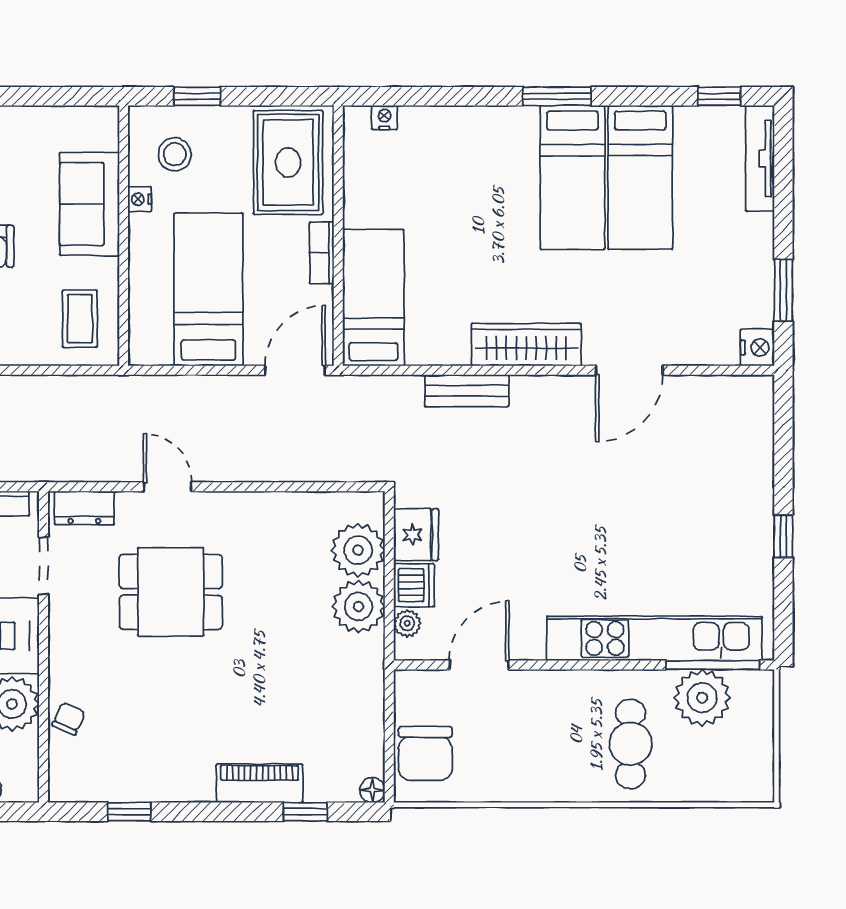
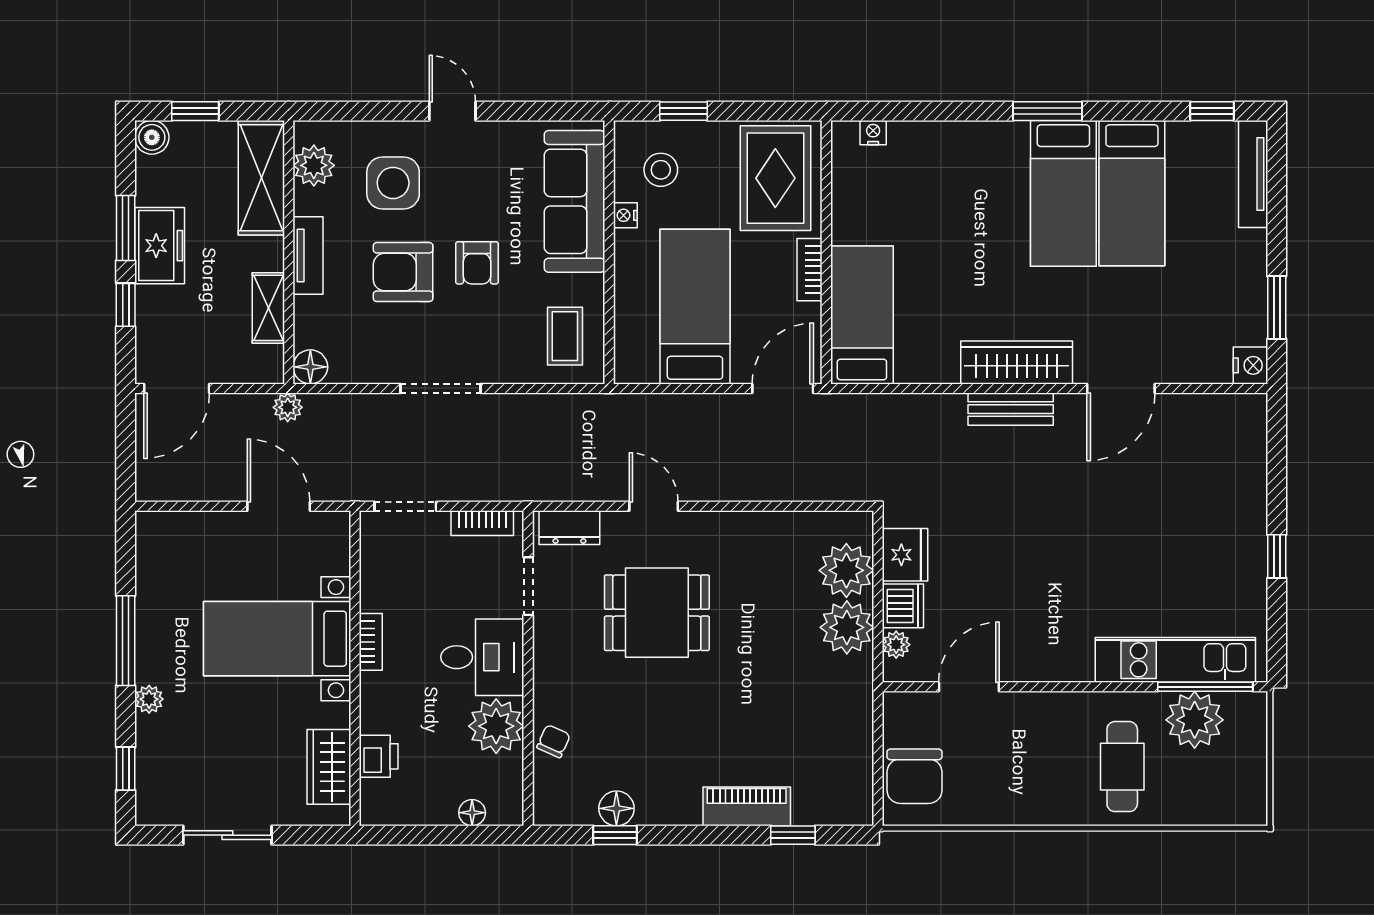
sofa: (89, 204) -> (575, 201), width x1.36
bench: (467, 391) -> (1011, 409), moved
kitchen unit: (654, 638) -> (1175, 660), width x0.73
floor lamp: (372, 790) -> (616, 808), moved, width x1.37, depth x1.37

